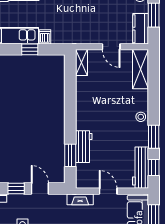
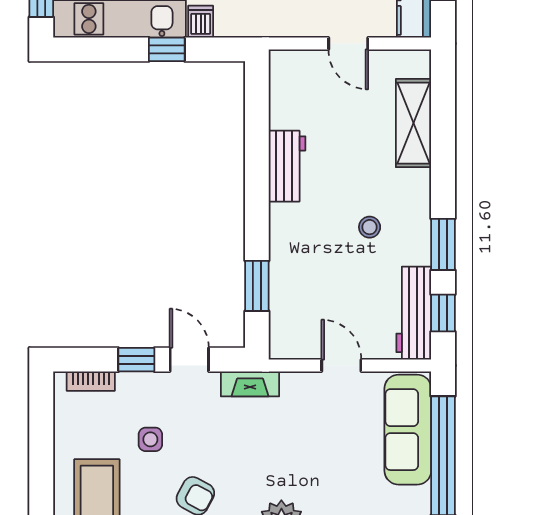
shelving: (81, 63) -> (282, 79), removed
shelving: (140, 69) -> (414, 123), moved
stool: (141, 117) -> (370, 227), moved
workbench: (84, 147) -> (287, 166), moved
fireplace: (80, 199) -> (250, 384), moved

